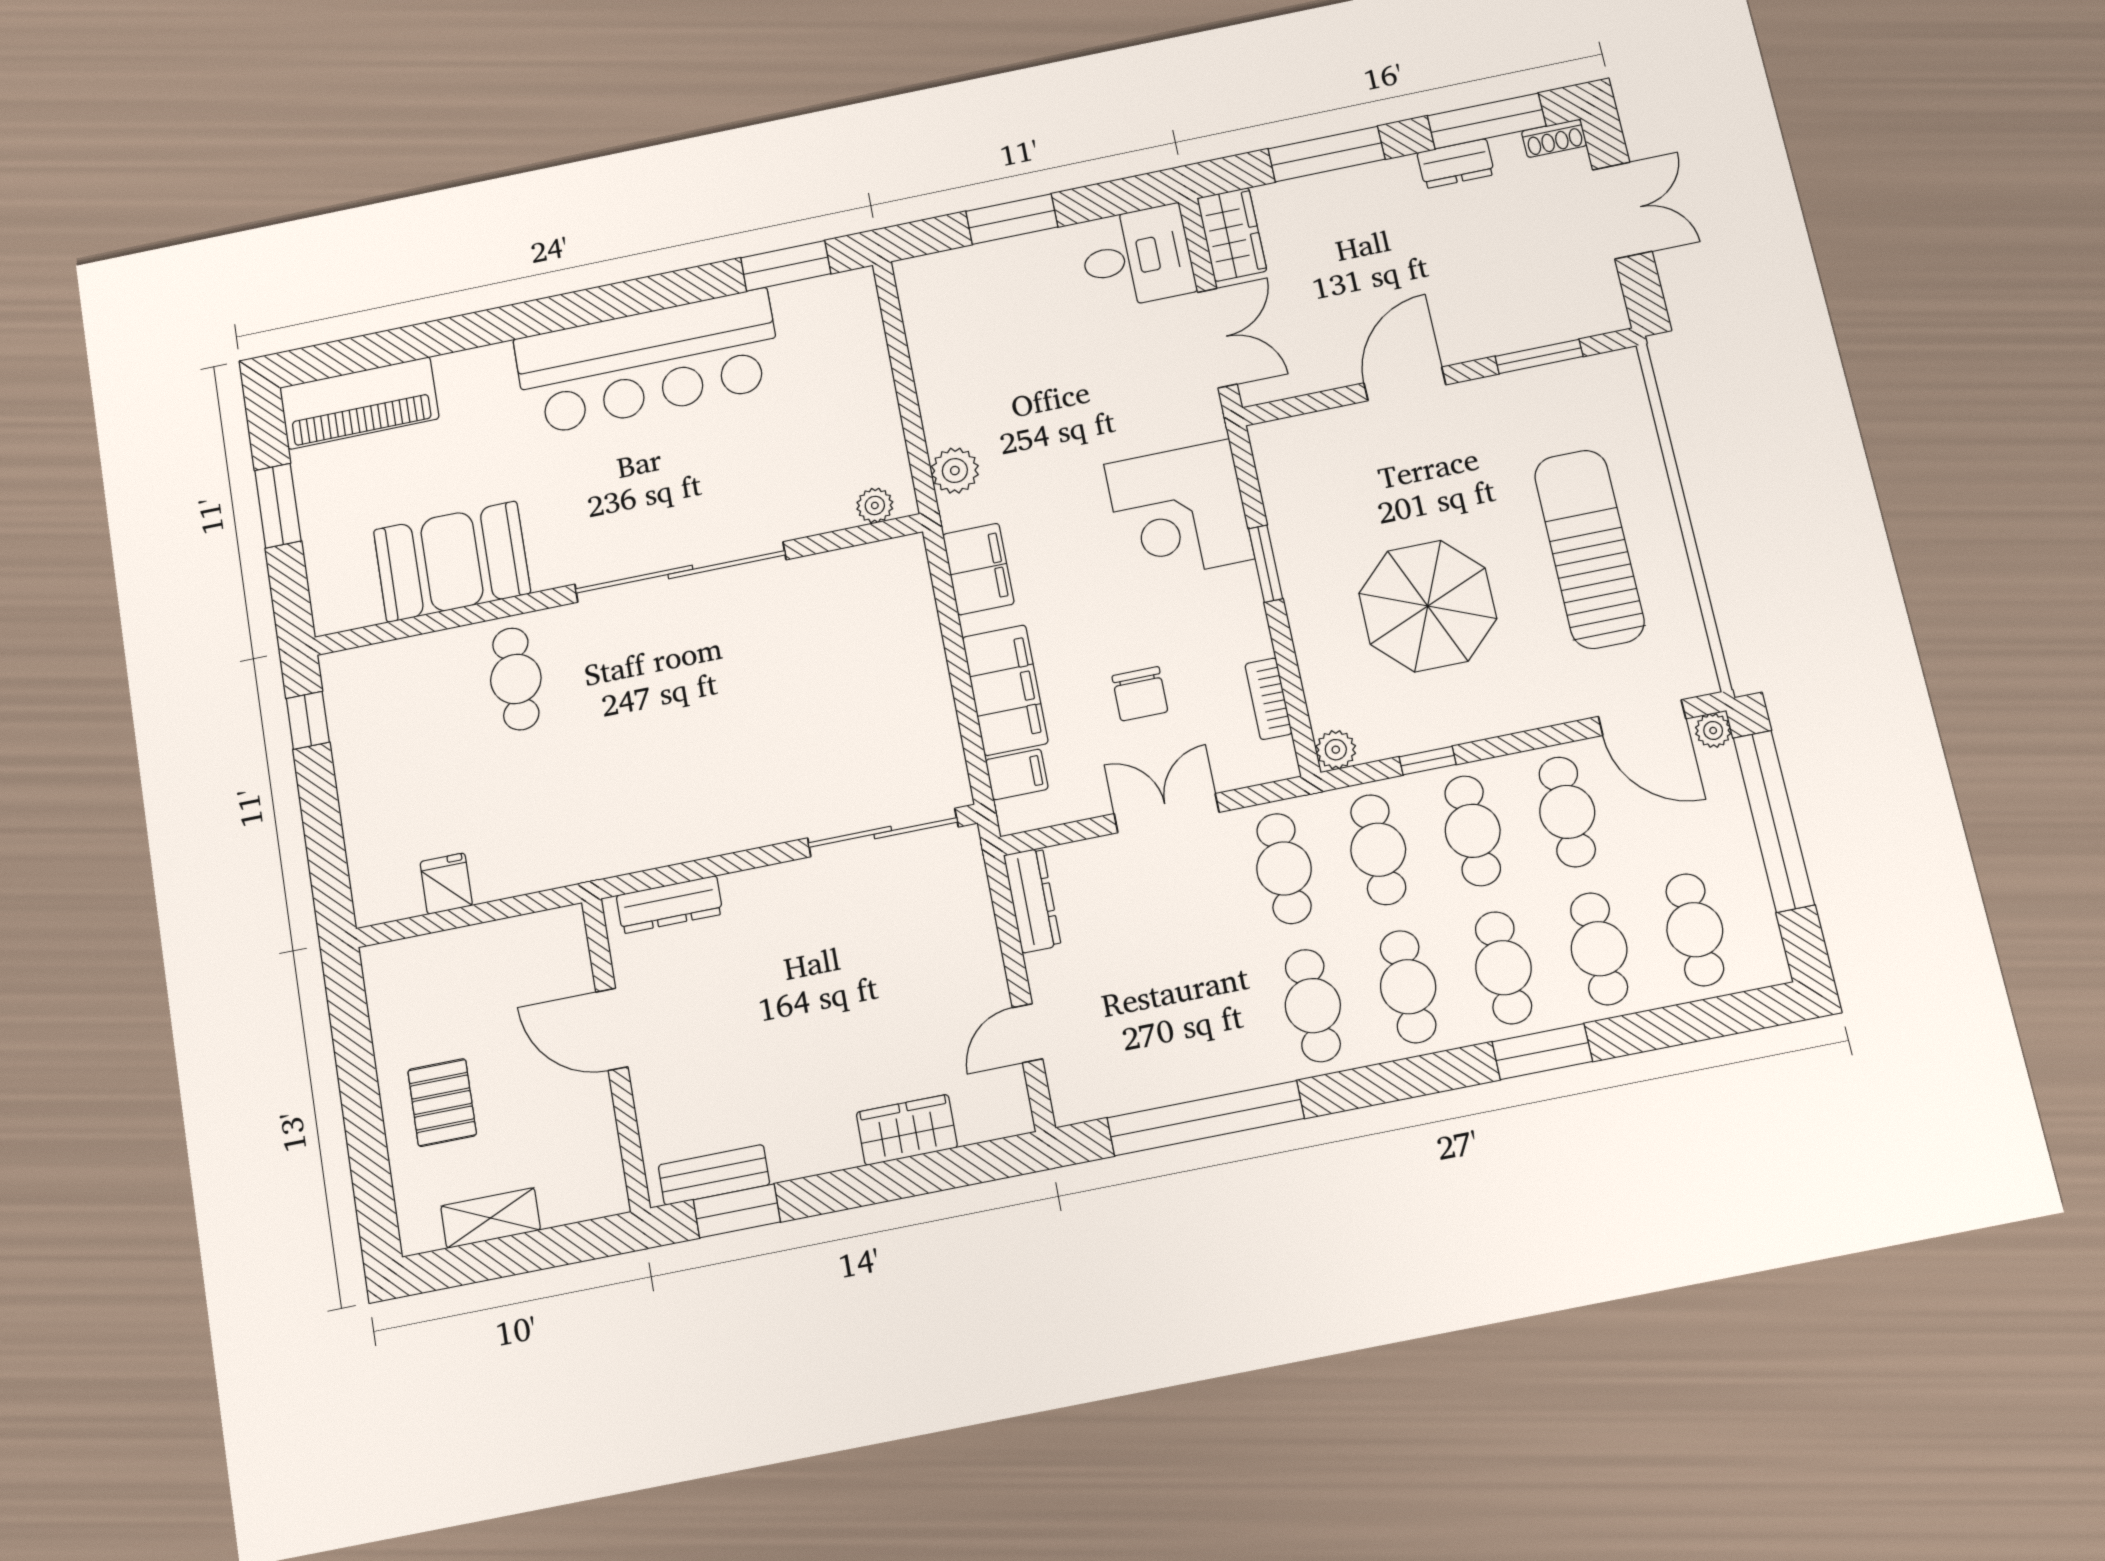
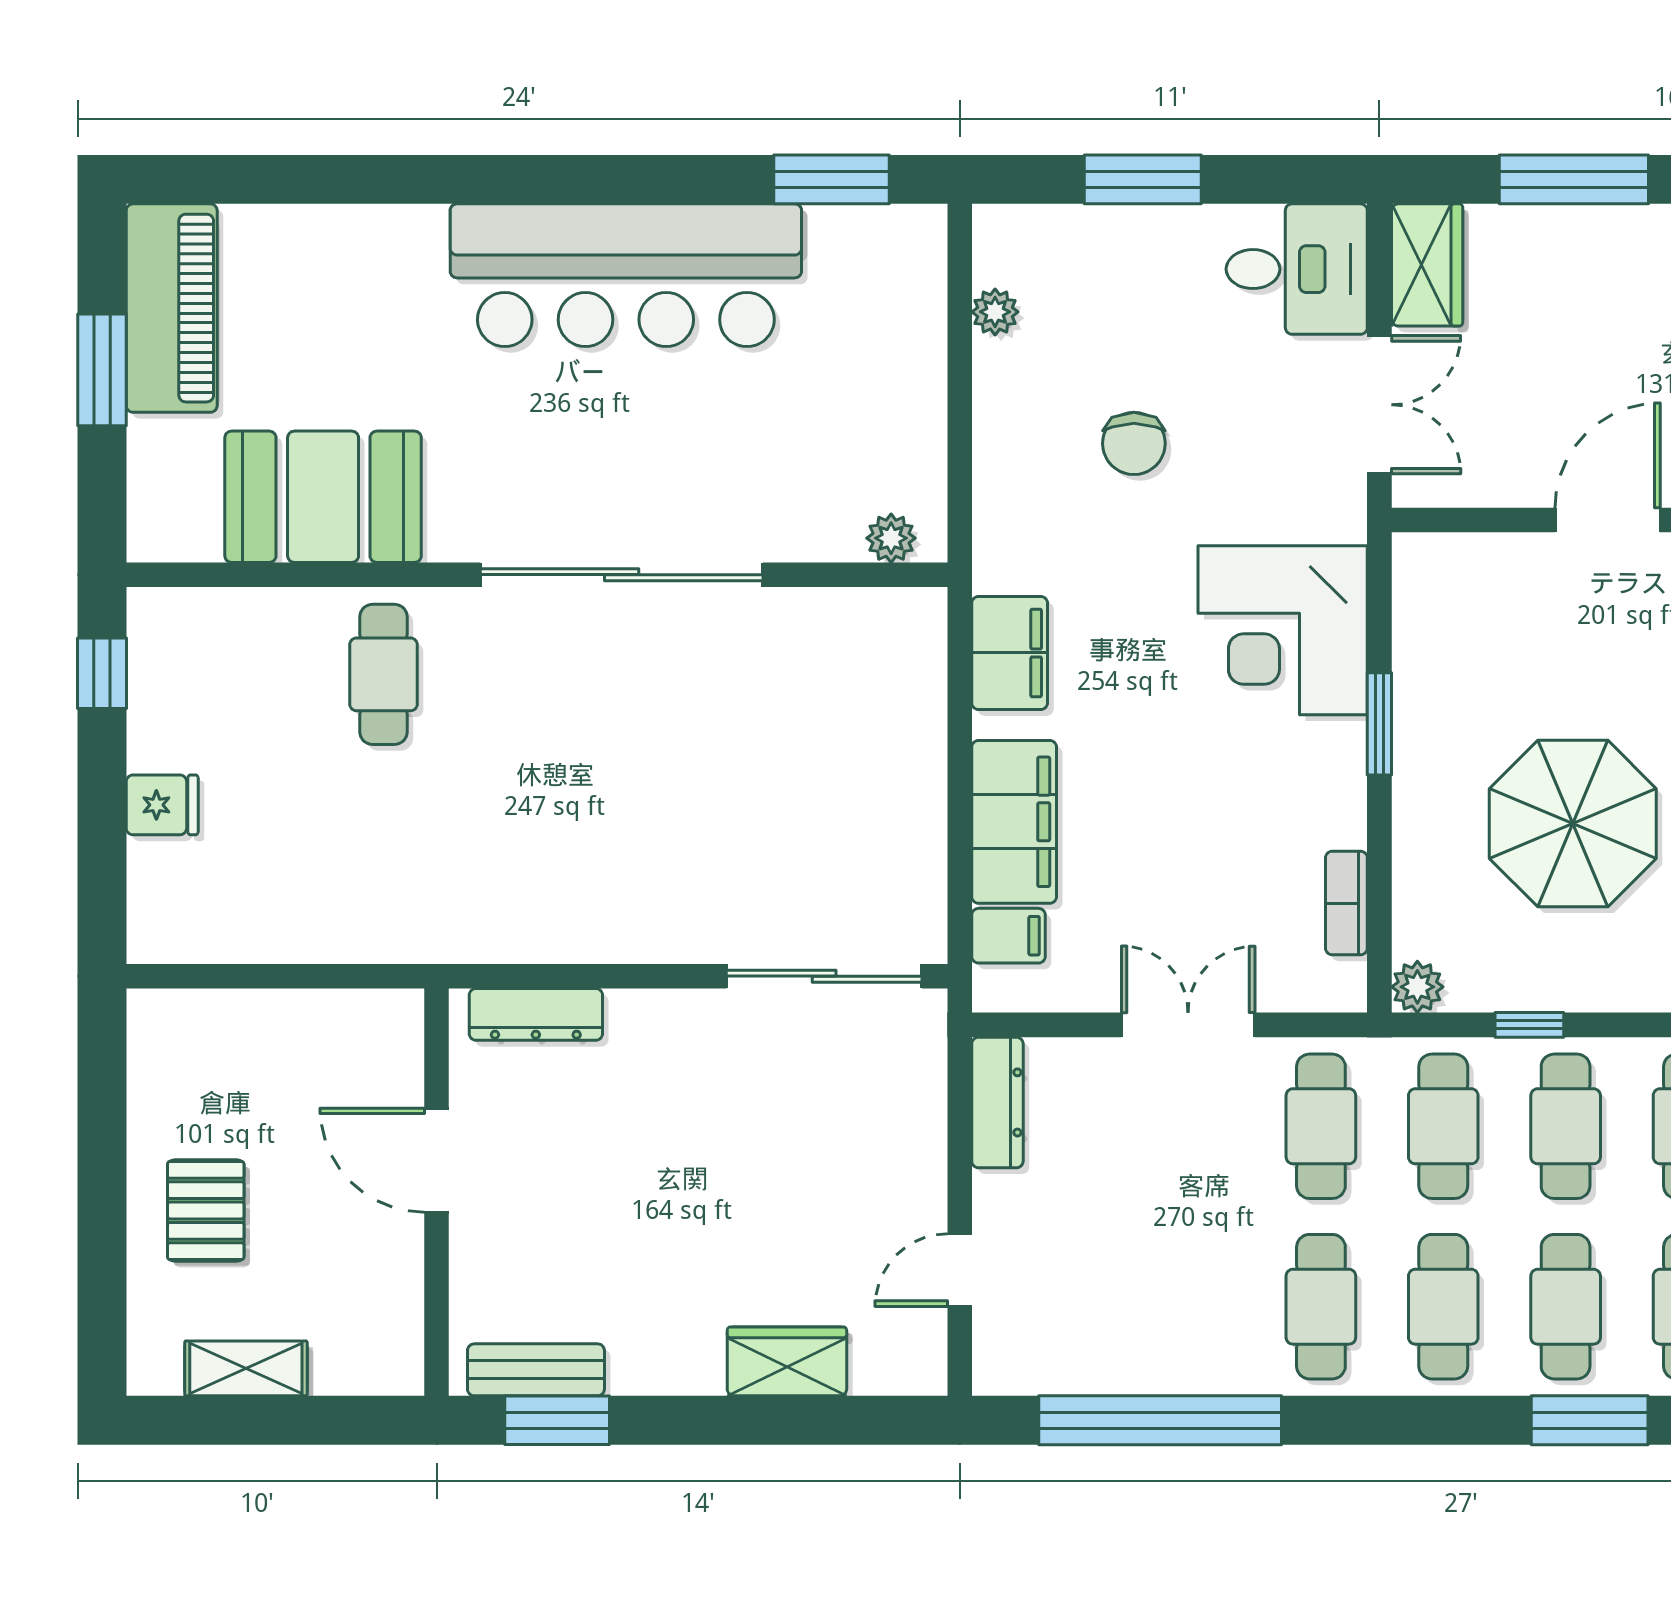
piano: (359, 403) -> (172, 308), moved, turned -90
plant: (955, 471) -> (995, 312), moved, width x0.73, depth x0.73
chair: (1140, 694) -> (1134, 443), moved
fridge: (446, 884) -> (162, 805), moved, turned 90

